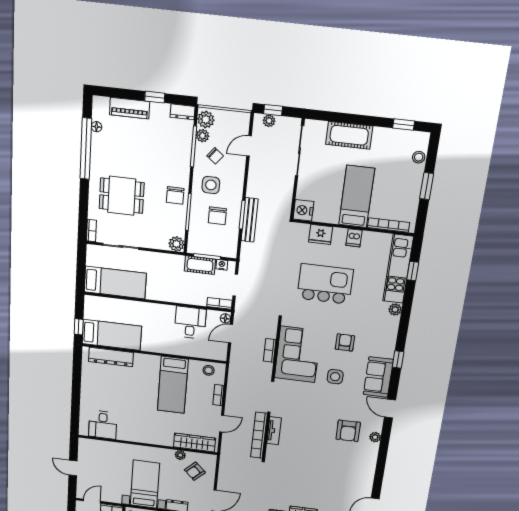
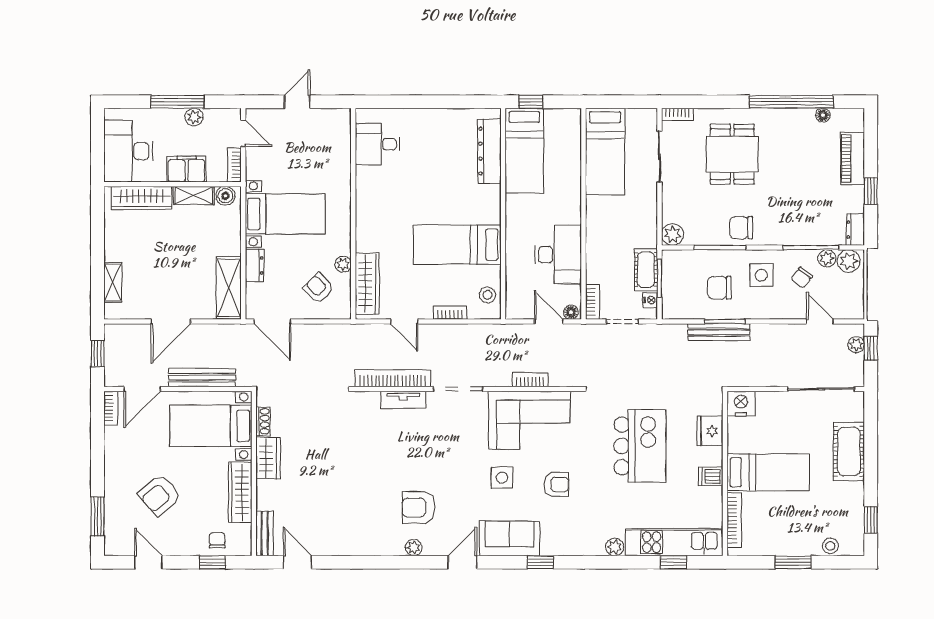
desk: (190, 323) -> (558, 255), width x1.37

